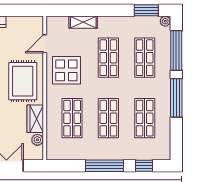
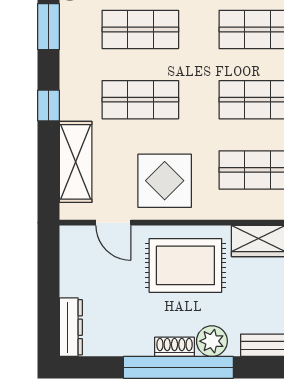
window: (105, 10) -> (49, 106), added
shelving: (83, 22) -> (76, 162), width x1.50, depth x1.33

